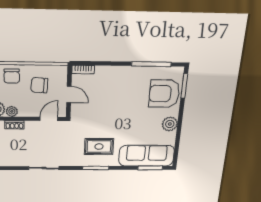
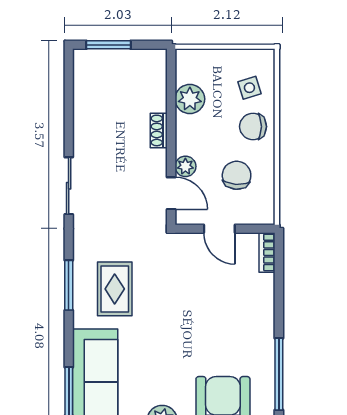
door: (69, 94) -> (219, 229), hinge flipped
plant: (12, 111) -> (185, 166), moved

